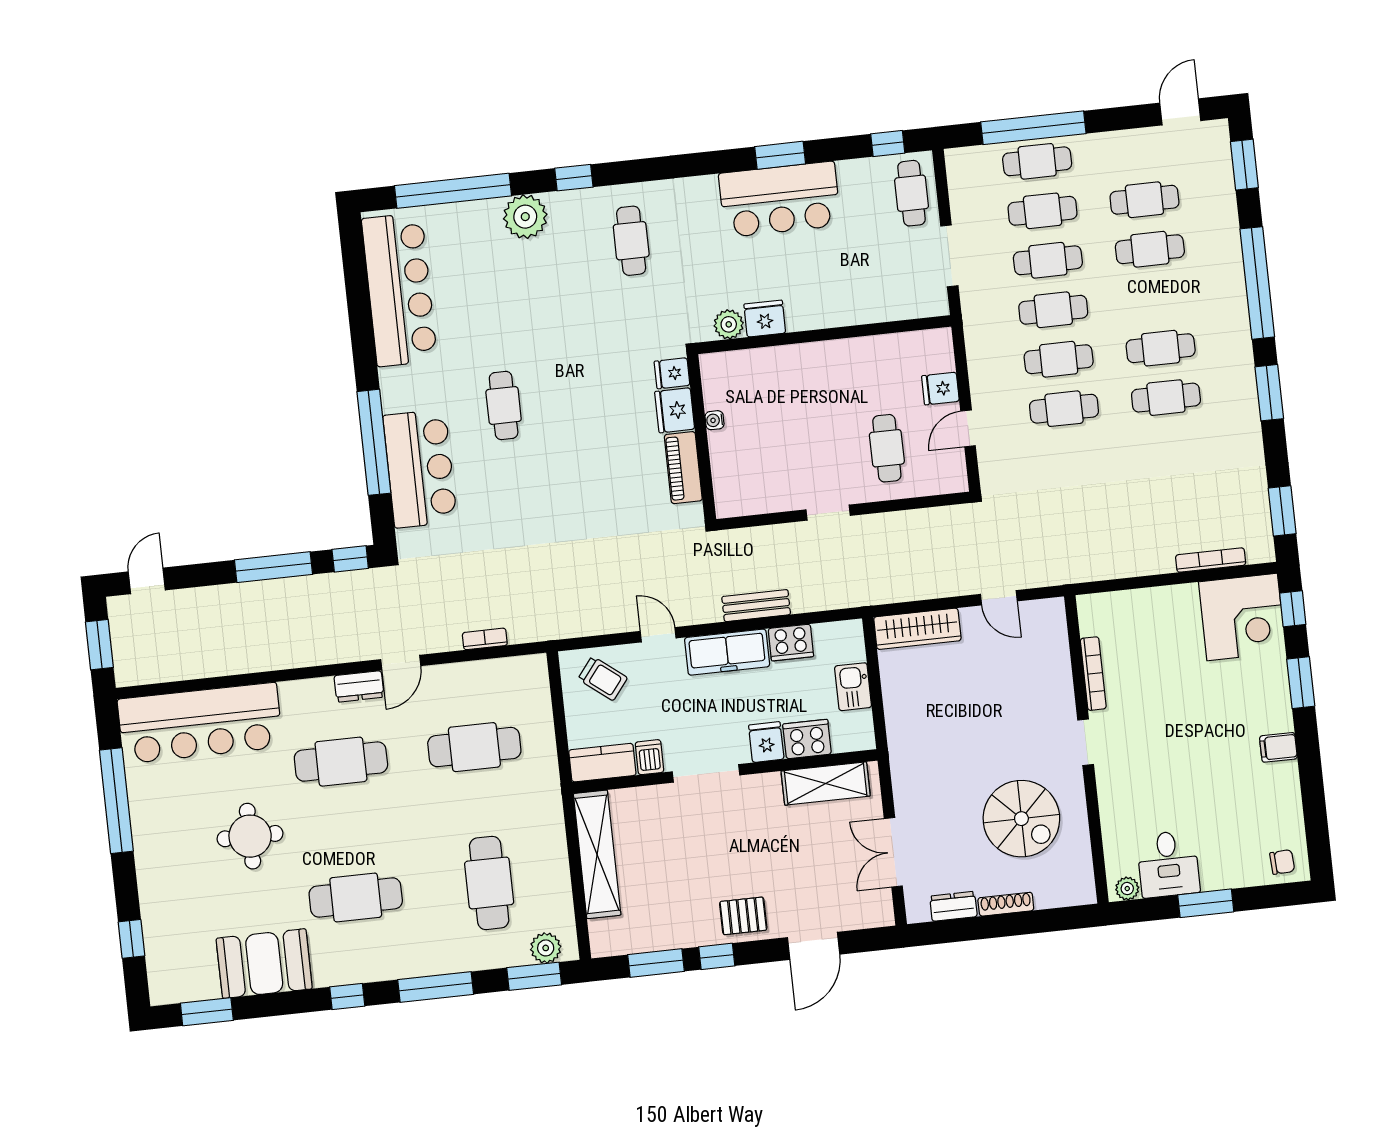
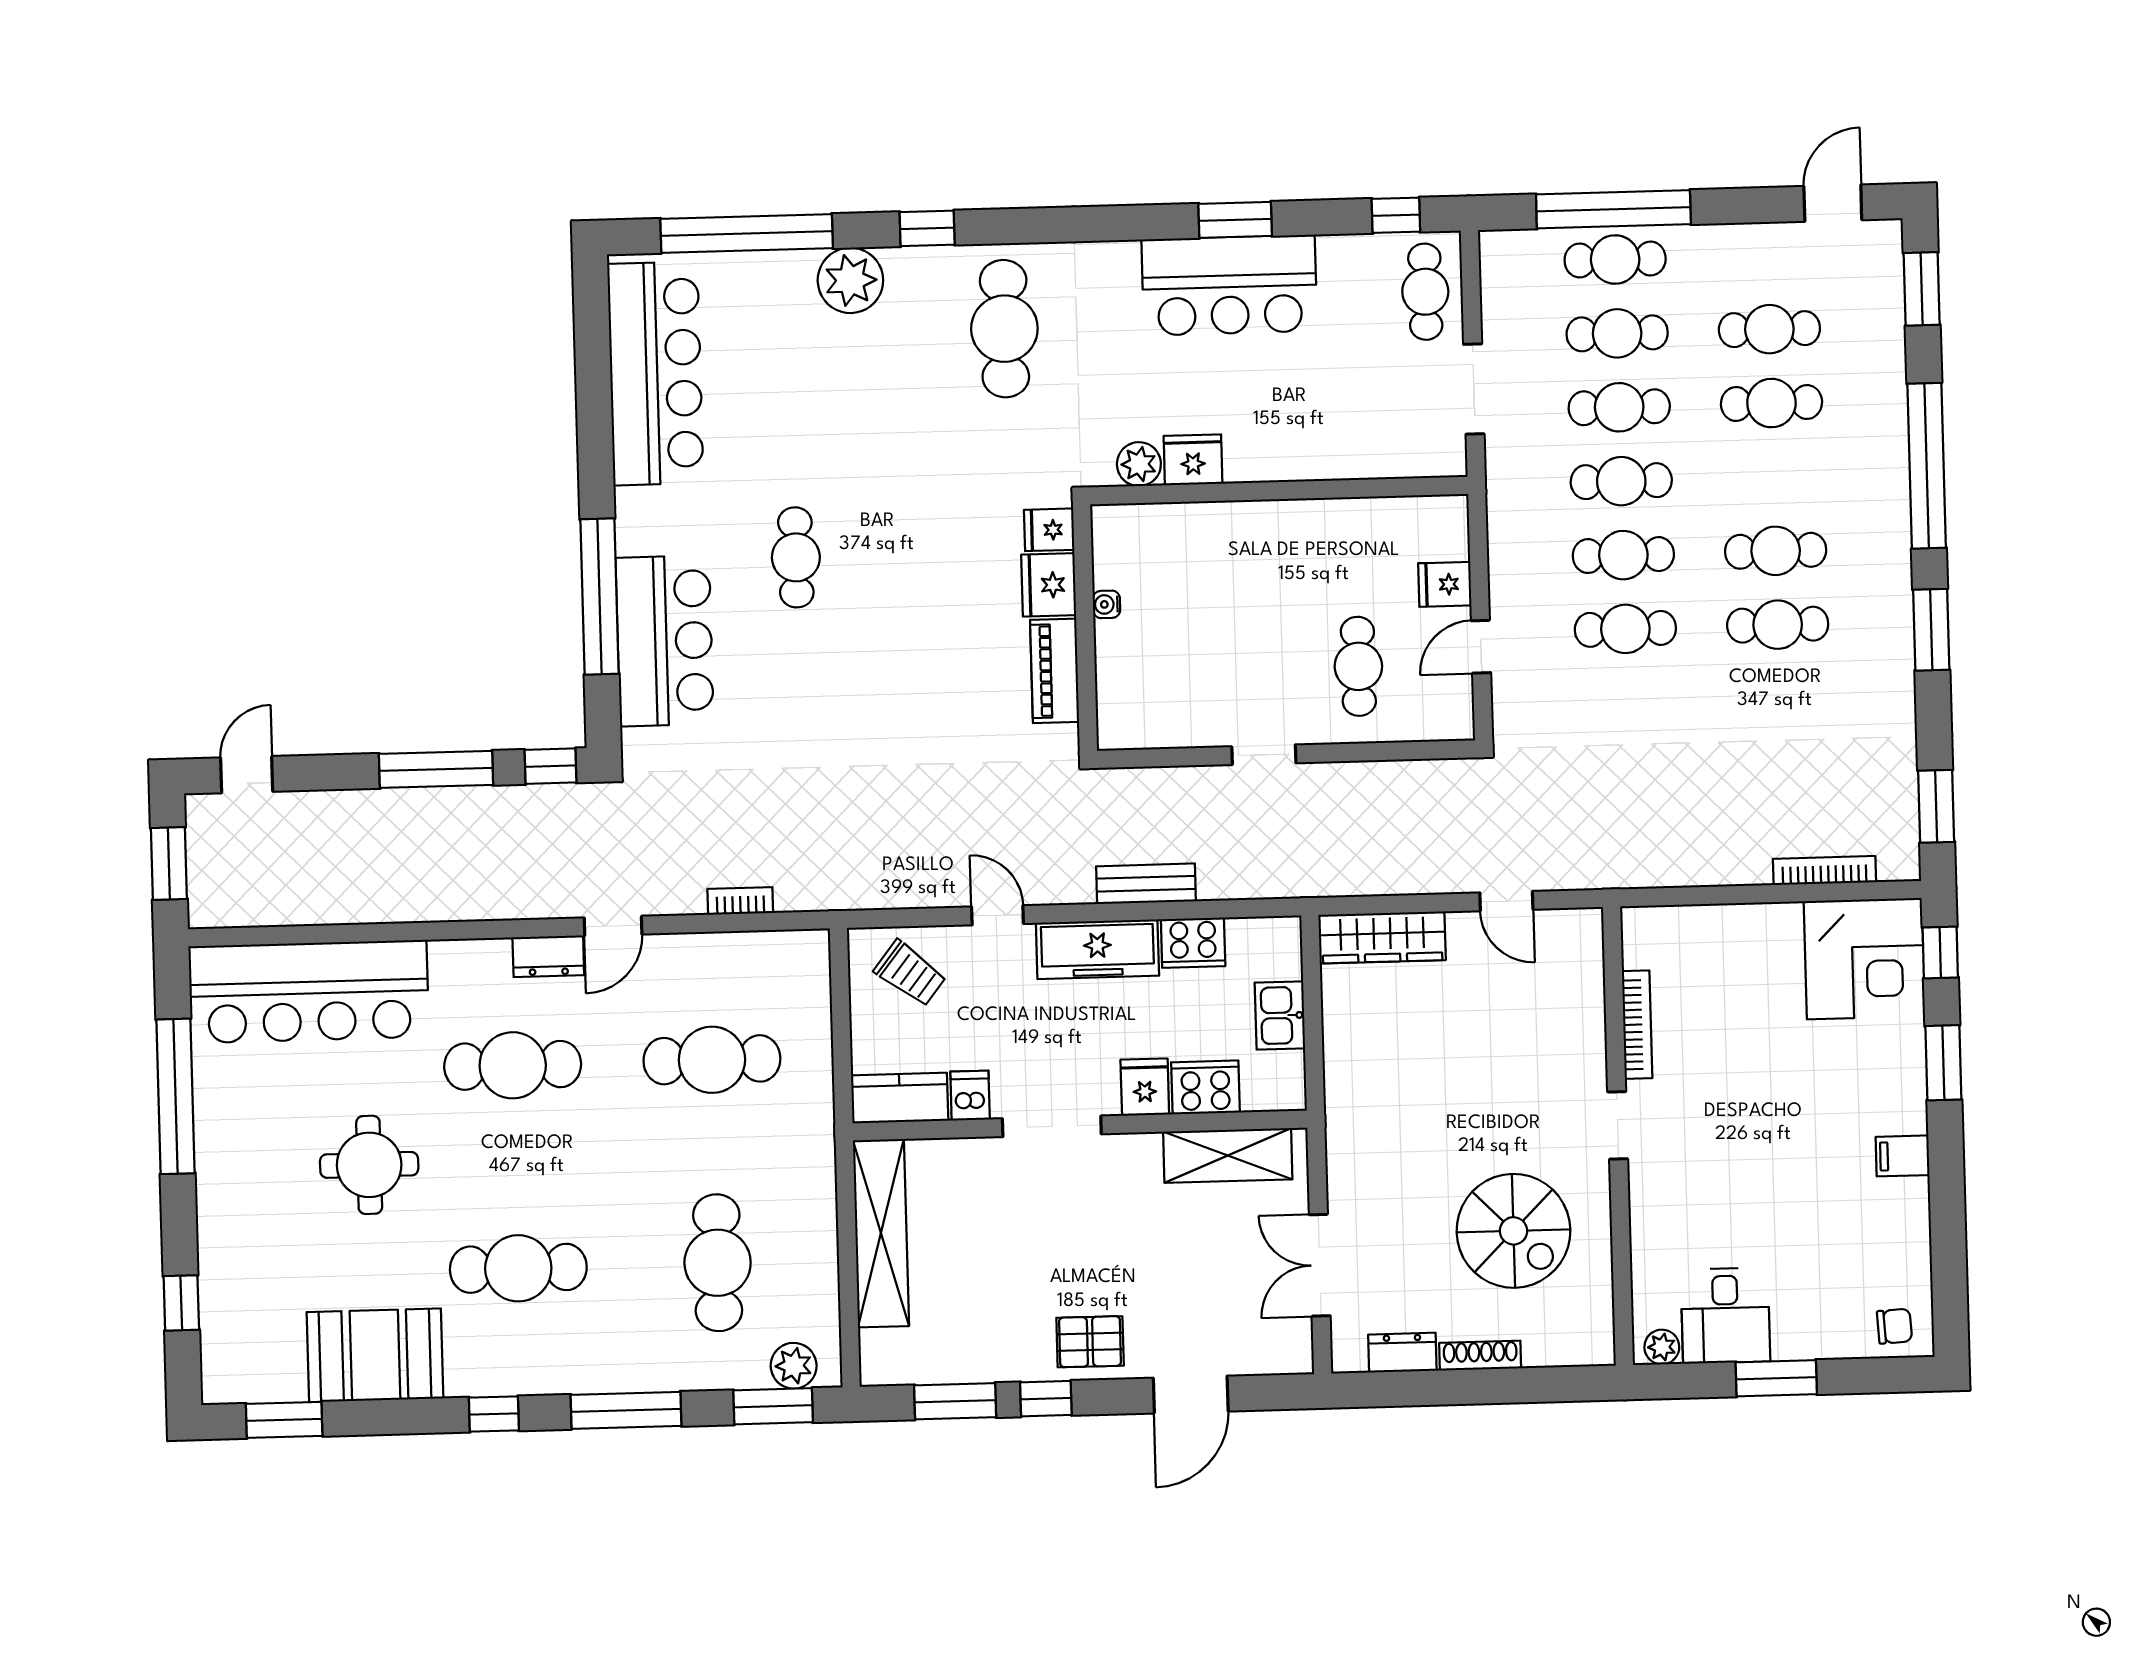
cafe table: (631, 241) -> (1004, 329), width x1.37, depth x1.35

